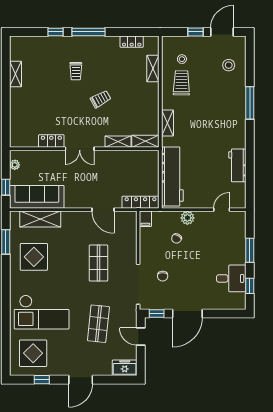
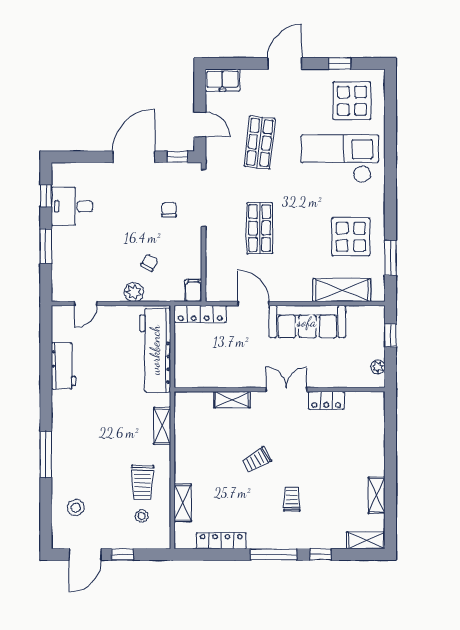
locker: (132, 42) -> (221, 541), width x1.53
shelving: (145, 141) -> (366, 540), moved
sofa: (37, 197) -> (307, 322), moved

